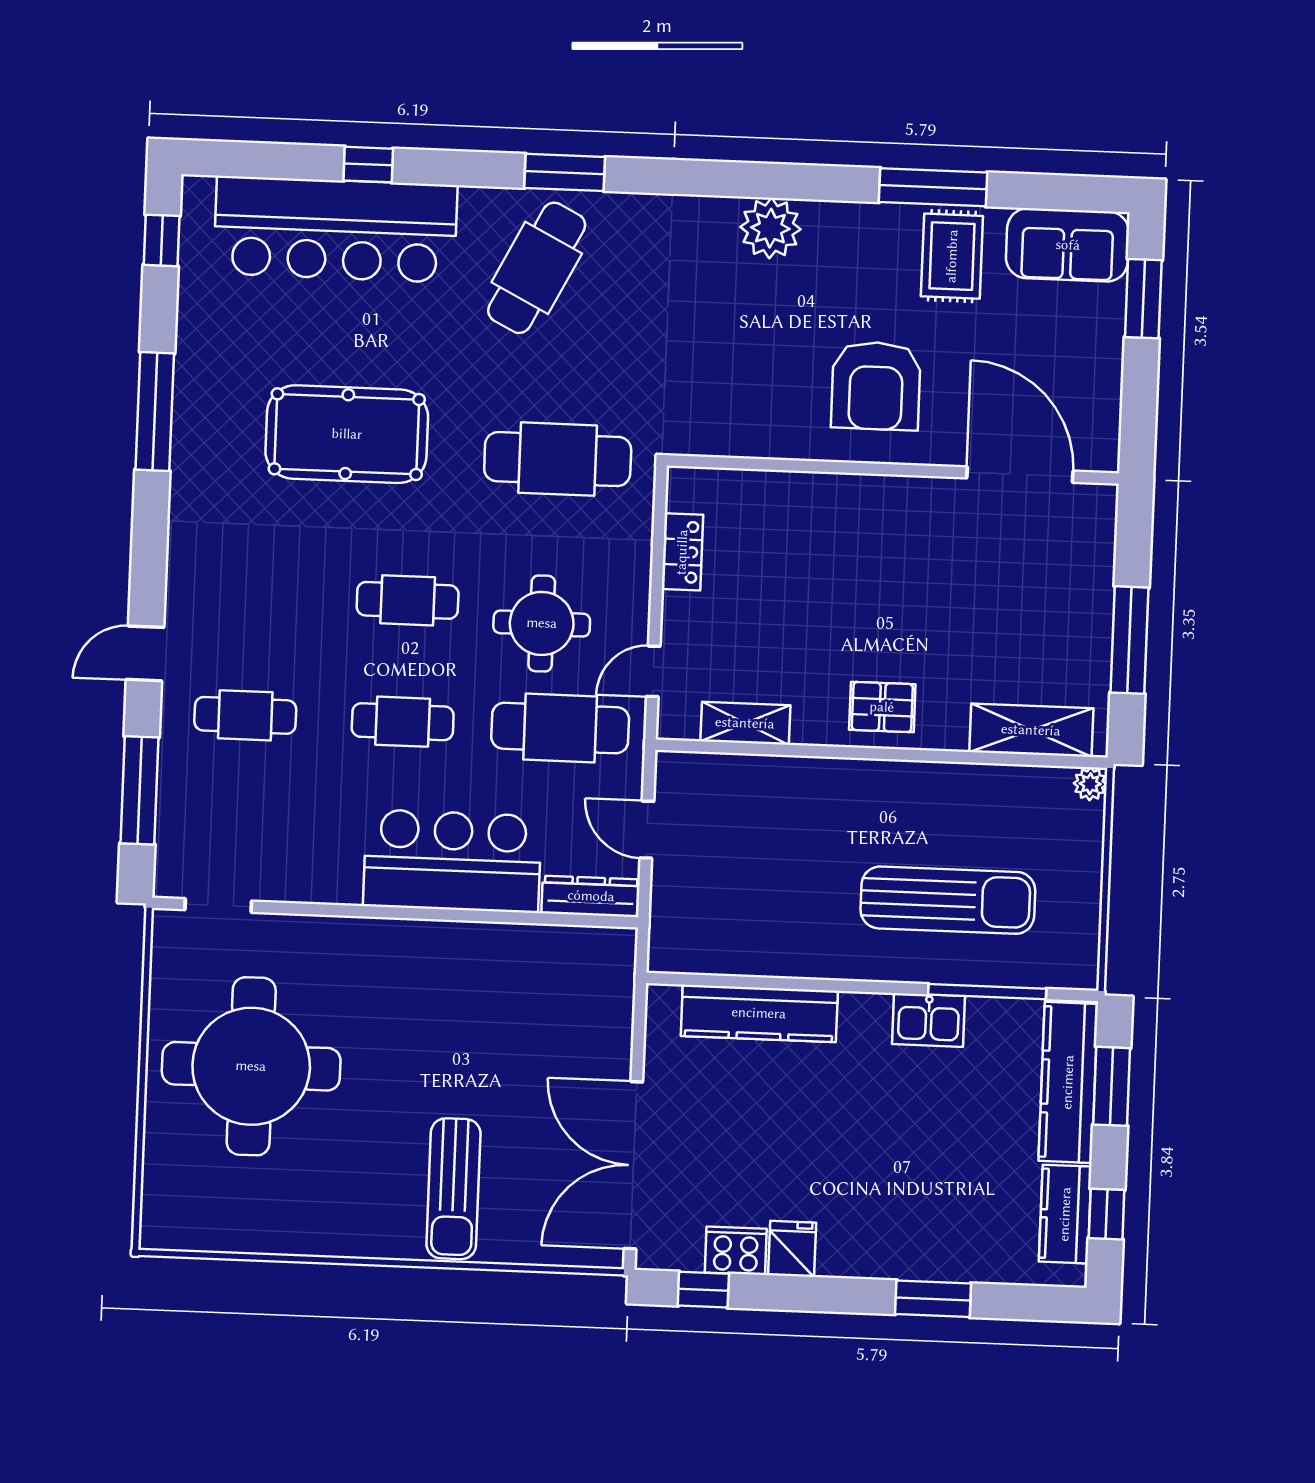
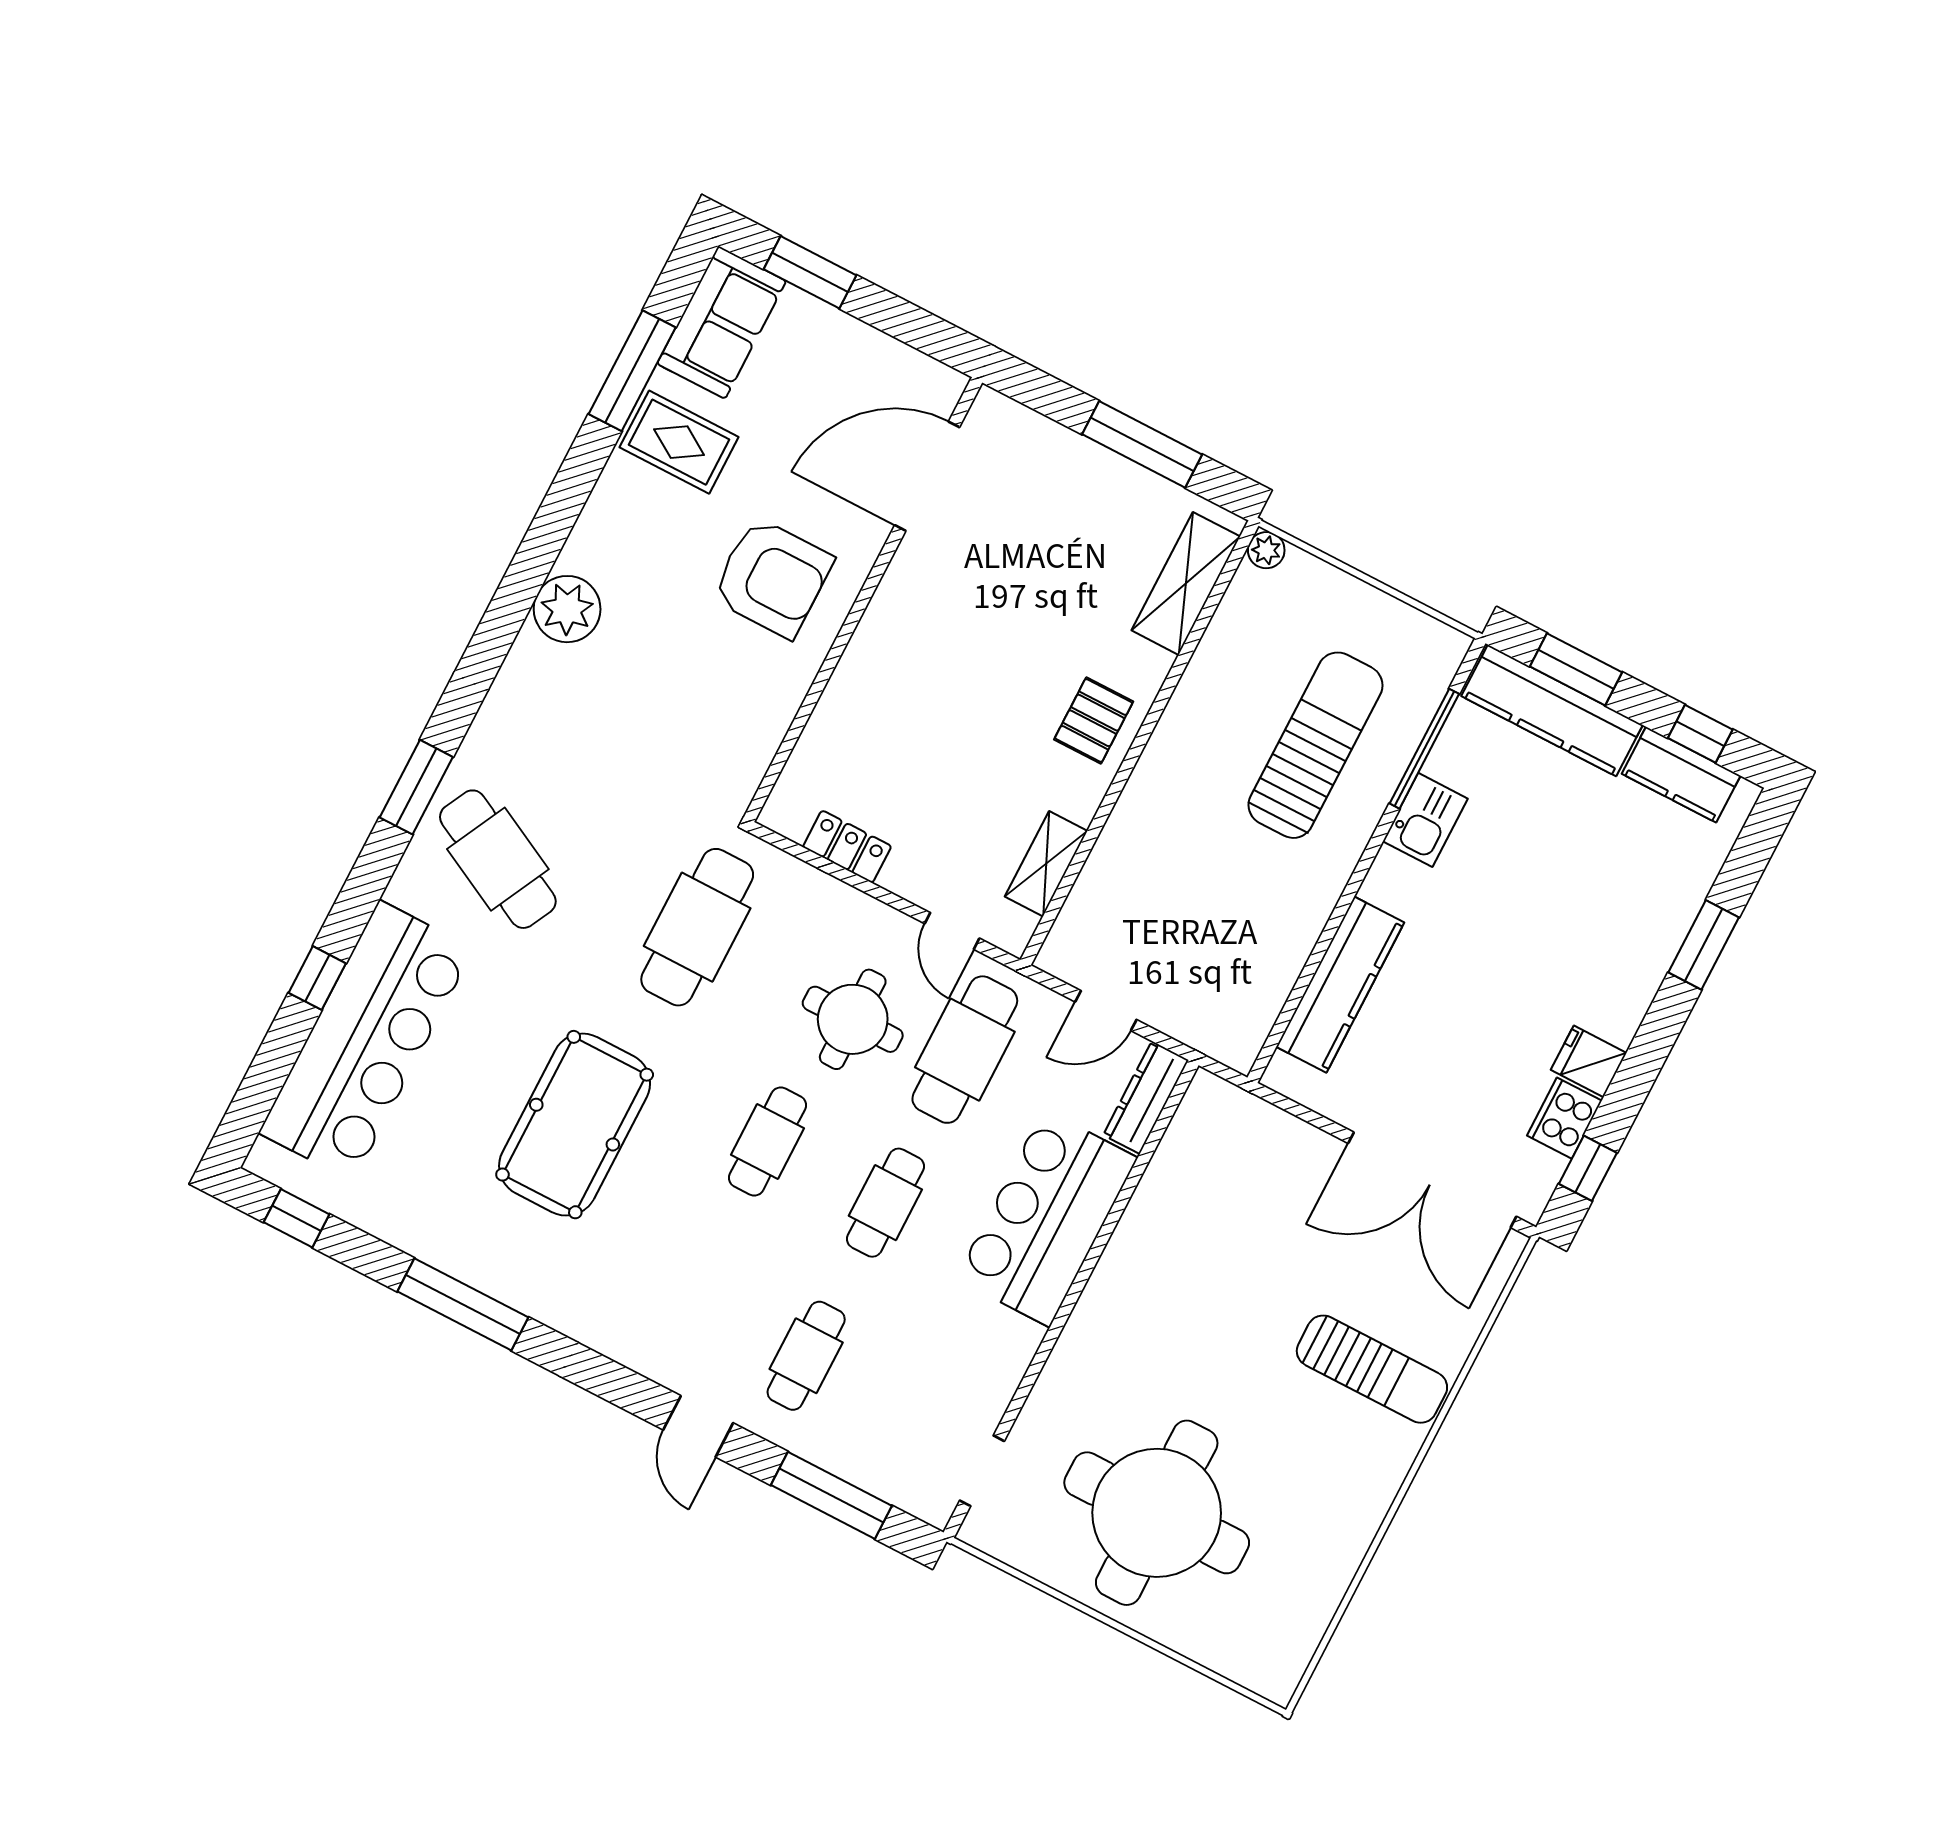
window: (933, 187) -> (632, 371), moved

